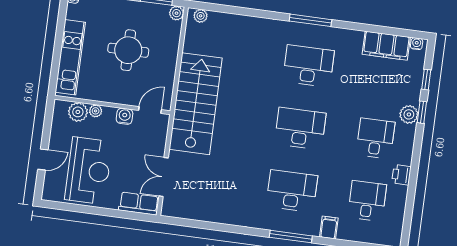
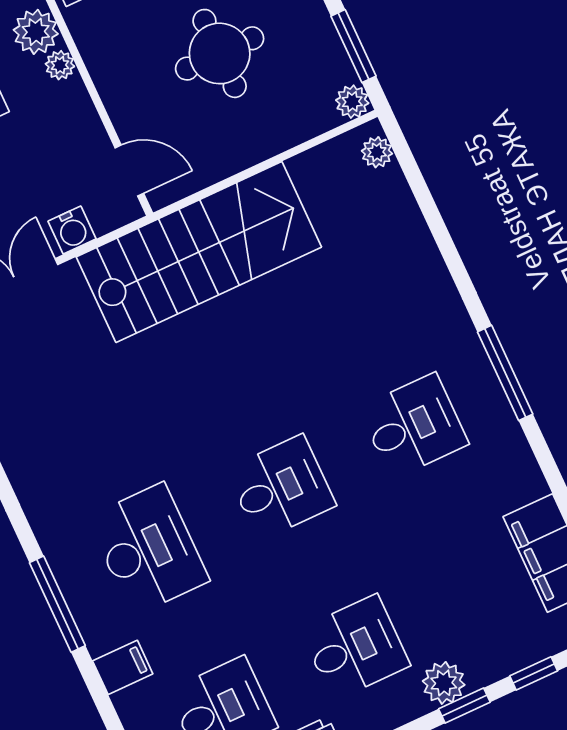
desk: (309, 66) -> (414, 426), width x0.73
water cooler: (125, 116) -> (72, 230), moved, turned 90
desk: (300, 128) -> (281, 488), width x0.73

